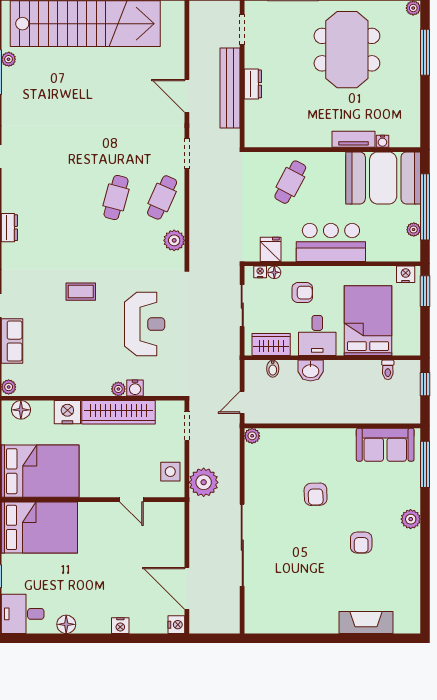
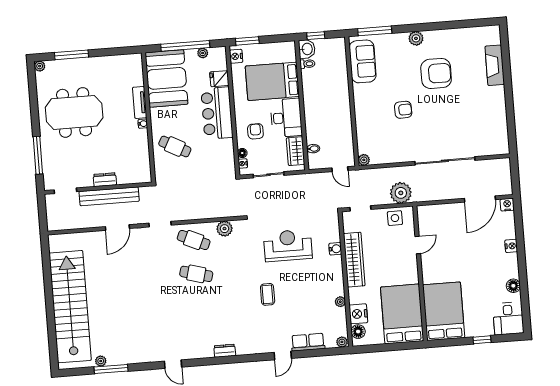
water cooler: (382, 141) -> (143, 124), moved
fridge: (271, 249) -> (219, 79), moved
desk: (317, 335) -> (286, 118), width x1.37
washbasin: (311, 371) -> (307, 49), moved
plant: (118, 389) -> (340, 302), moved
nightstand: (67, 412) -> (358, 314), moved
armchair: (361, 543) -> (436, 73), width x1.88, depth x1.88

